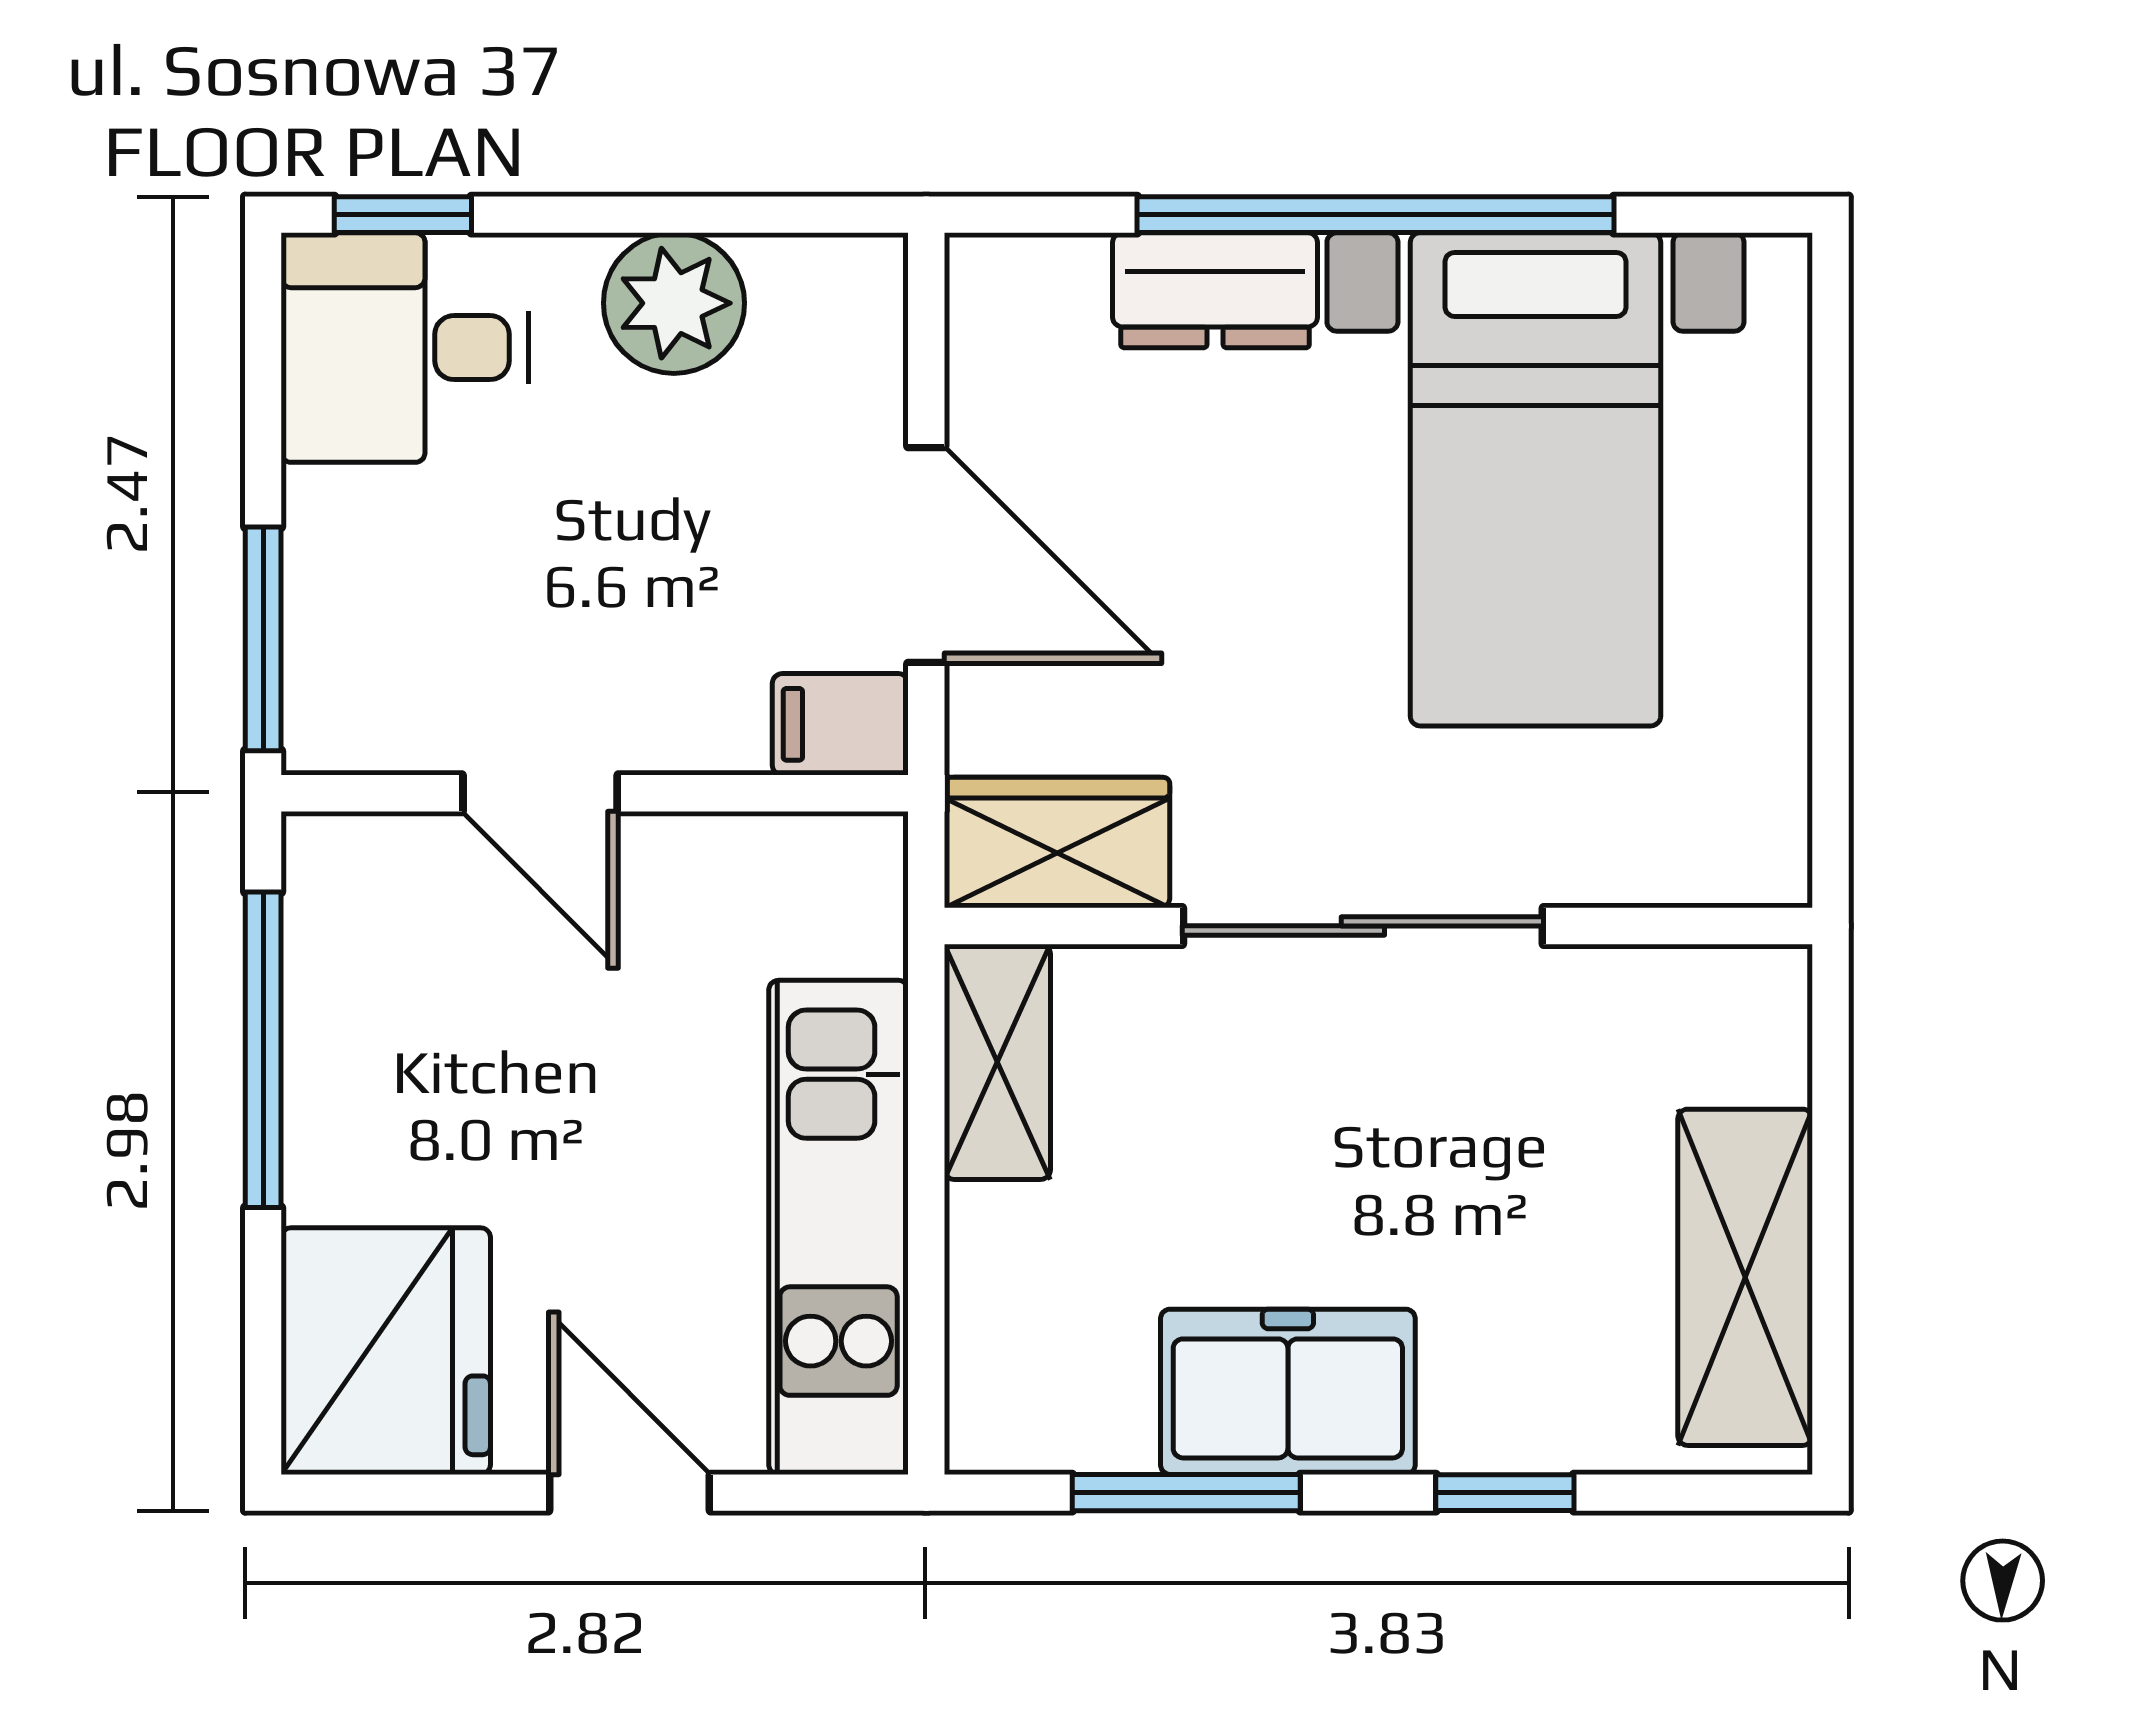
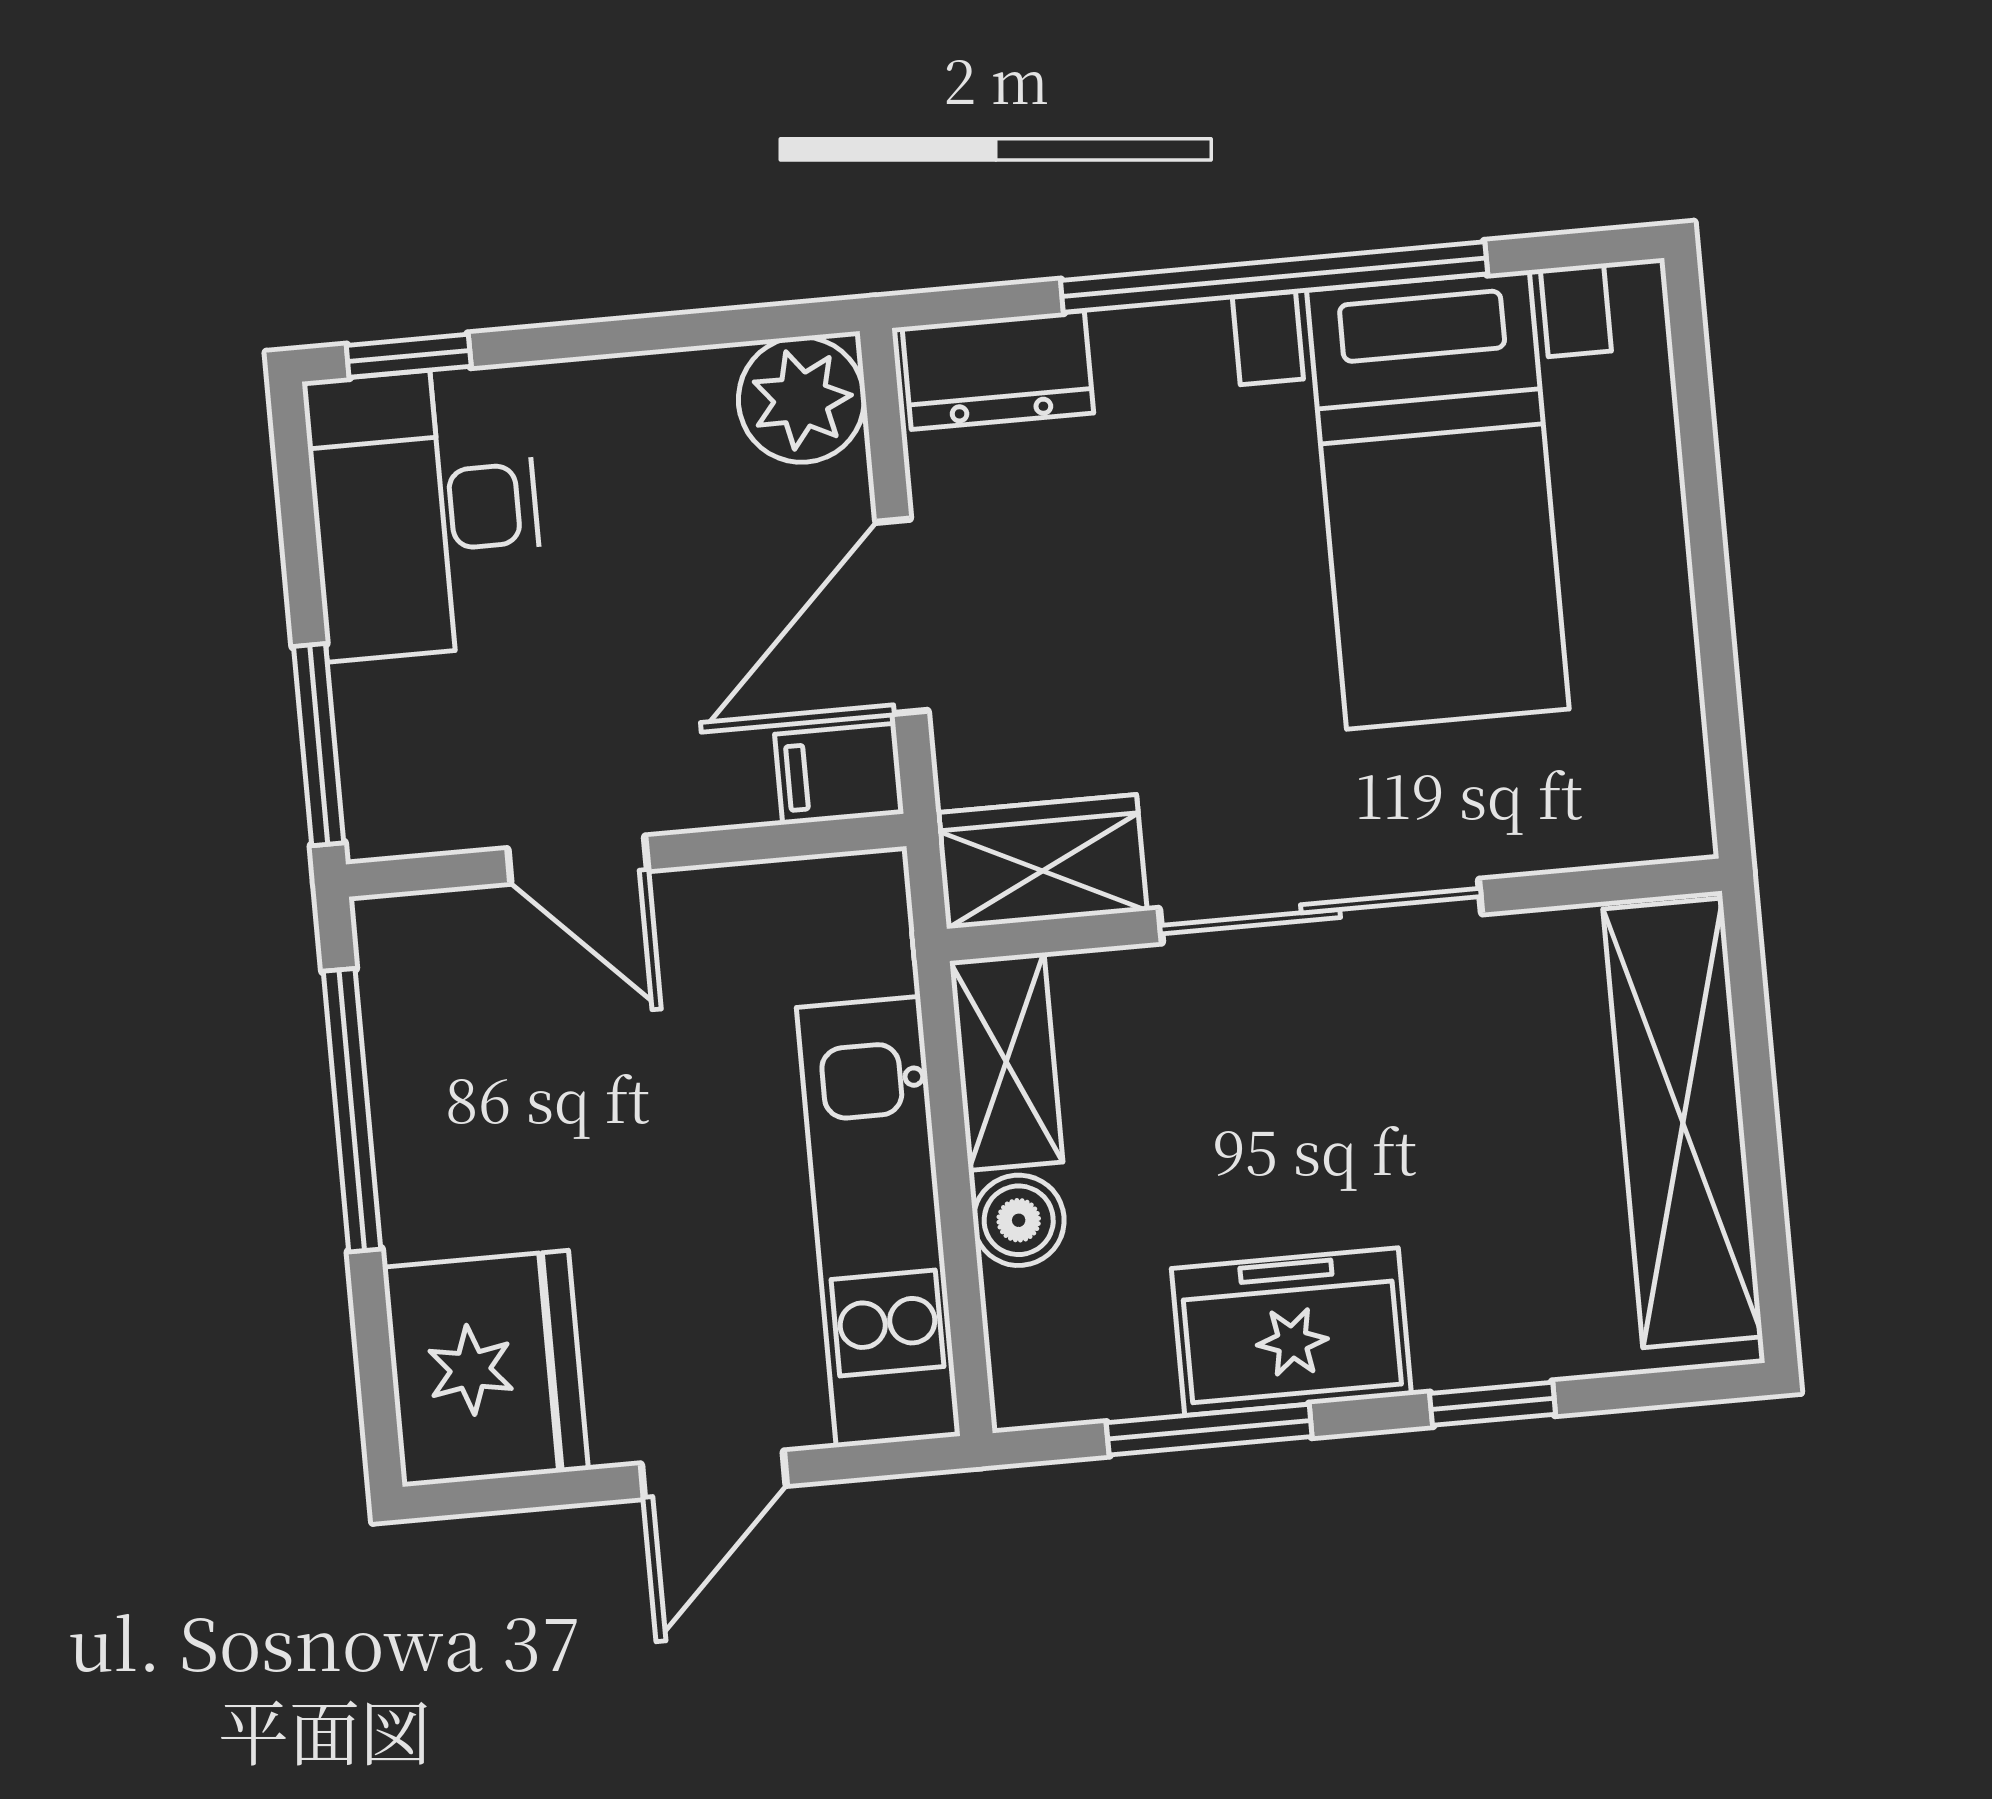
dresser: (1215, 290) -> (998, 370), moved
plant: (674, 303) -> (801, 400), moved
desk: (405, 348) -> (425, 512), width x1.37
door: (926, 555) -> (902, 616), swing flipped
boiler: (995, 1240) -> (1019, 1220), added
shelving: (1745, 1277) -> (1683, 1123), width x1.47
door: (629, 1493) -> (714, 1475), swing flipped

